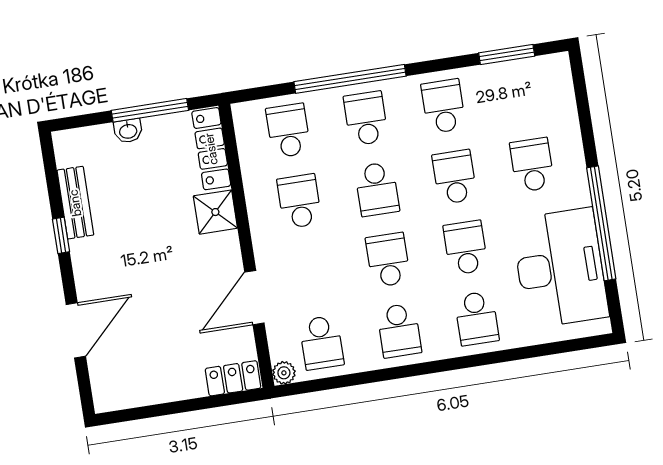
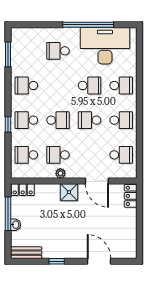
window: (350, 79) -> (8, 124), width x0.32
locker: (211, 149) -> (23, 190), width x0.66
school desk: (455, 177) -> (58, 85), removed
bench: (75, 203) -> (26, 253), moved
shower: (215, 212) -> (69, 192), moved
school desk: (466, 248) -> (90, 85), turned 180
plant: (284, 373) -> (60, 173), moved

